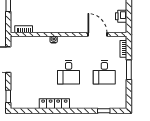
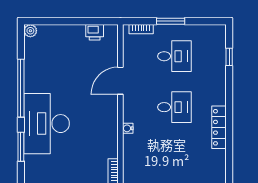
door: (98, 34) -> (120, 81), moved

